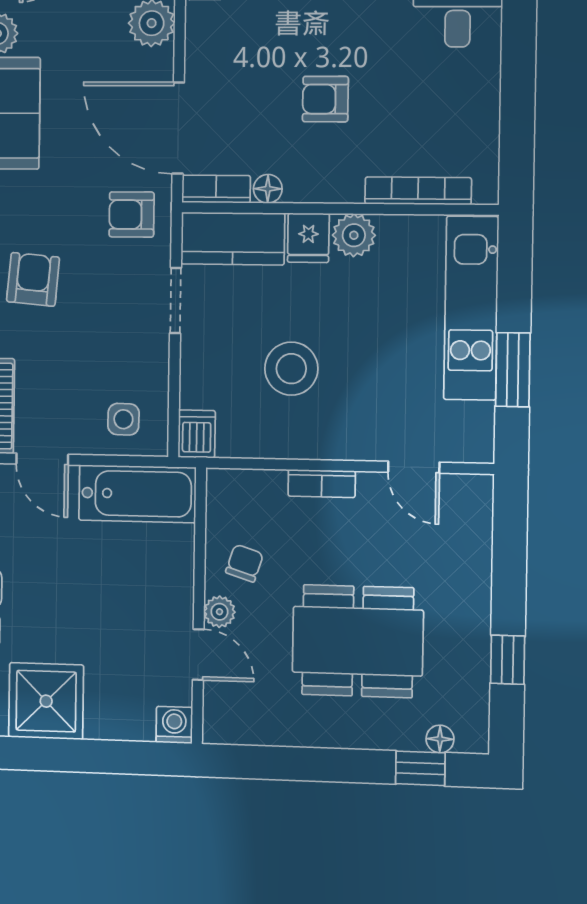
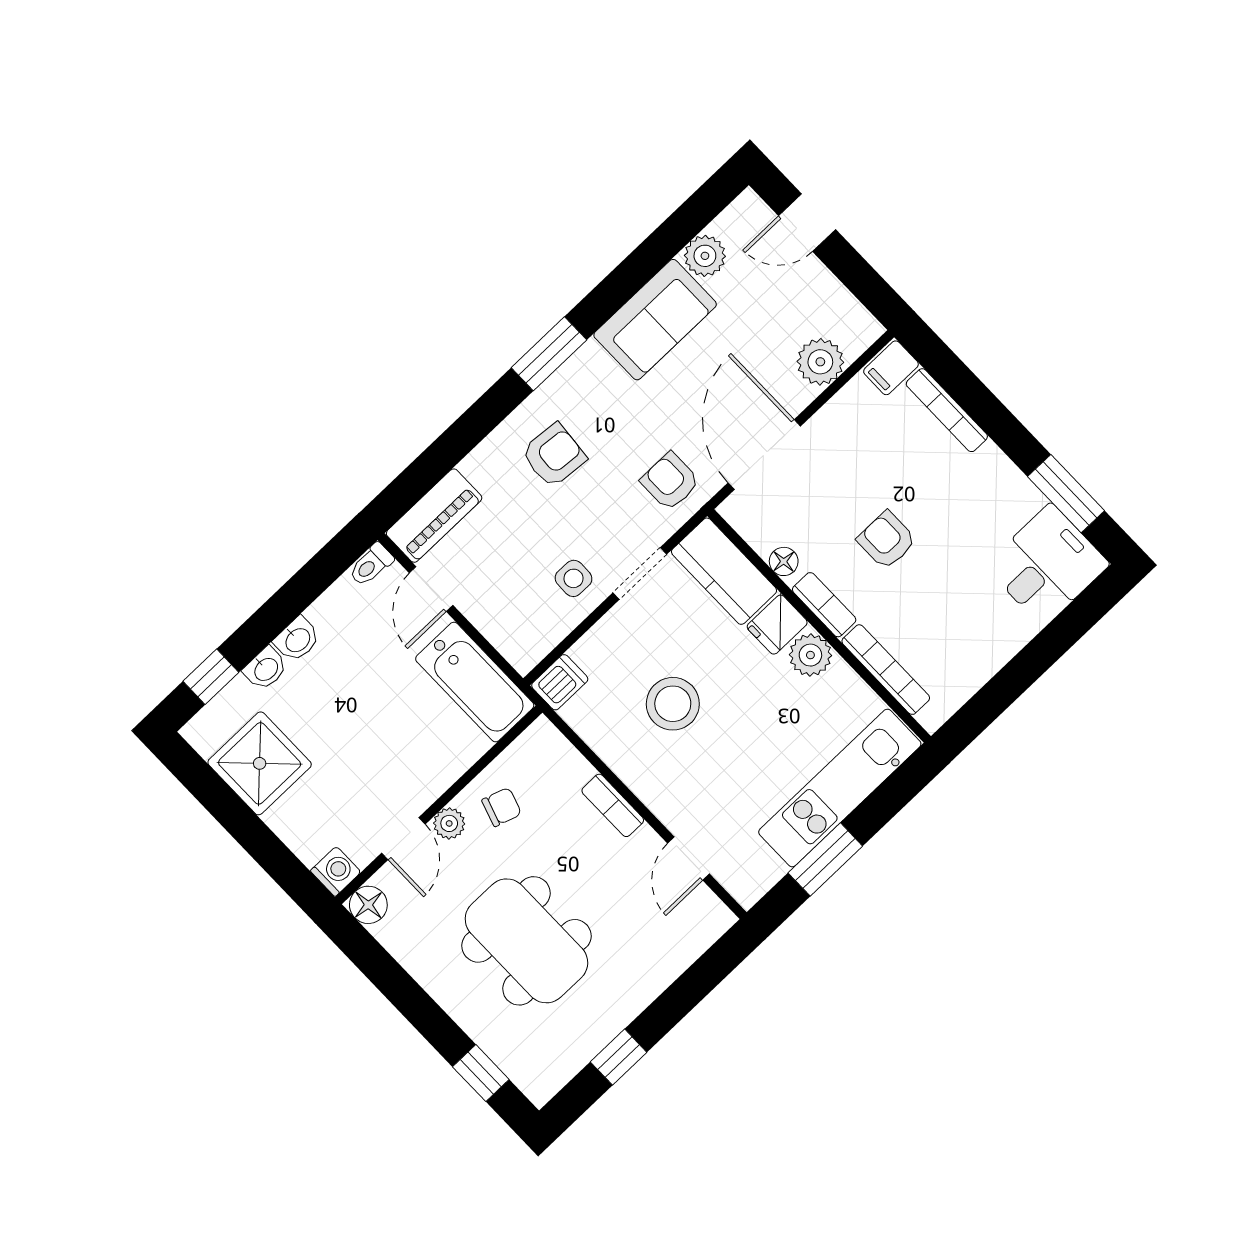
bookcase: (216, 189) -> (824, 605), moved
side table: (123, 419) -> (574, 578), moved
floor lamp: (440, 739) -> (368, 905), moved, width x1.37, depth x1.37

